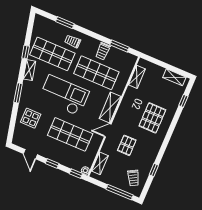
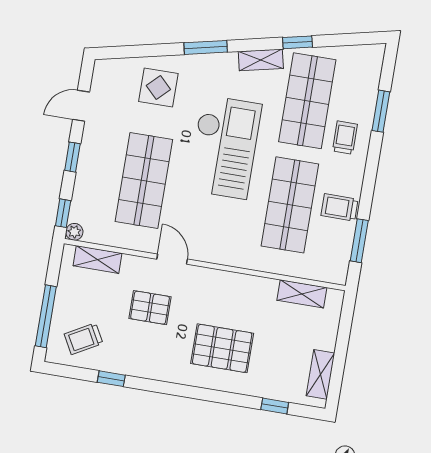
shelving: (110, 108) -> (222, 252), removed

